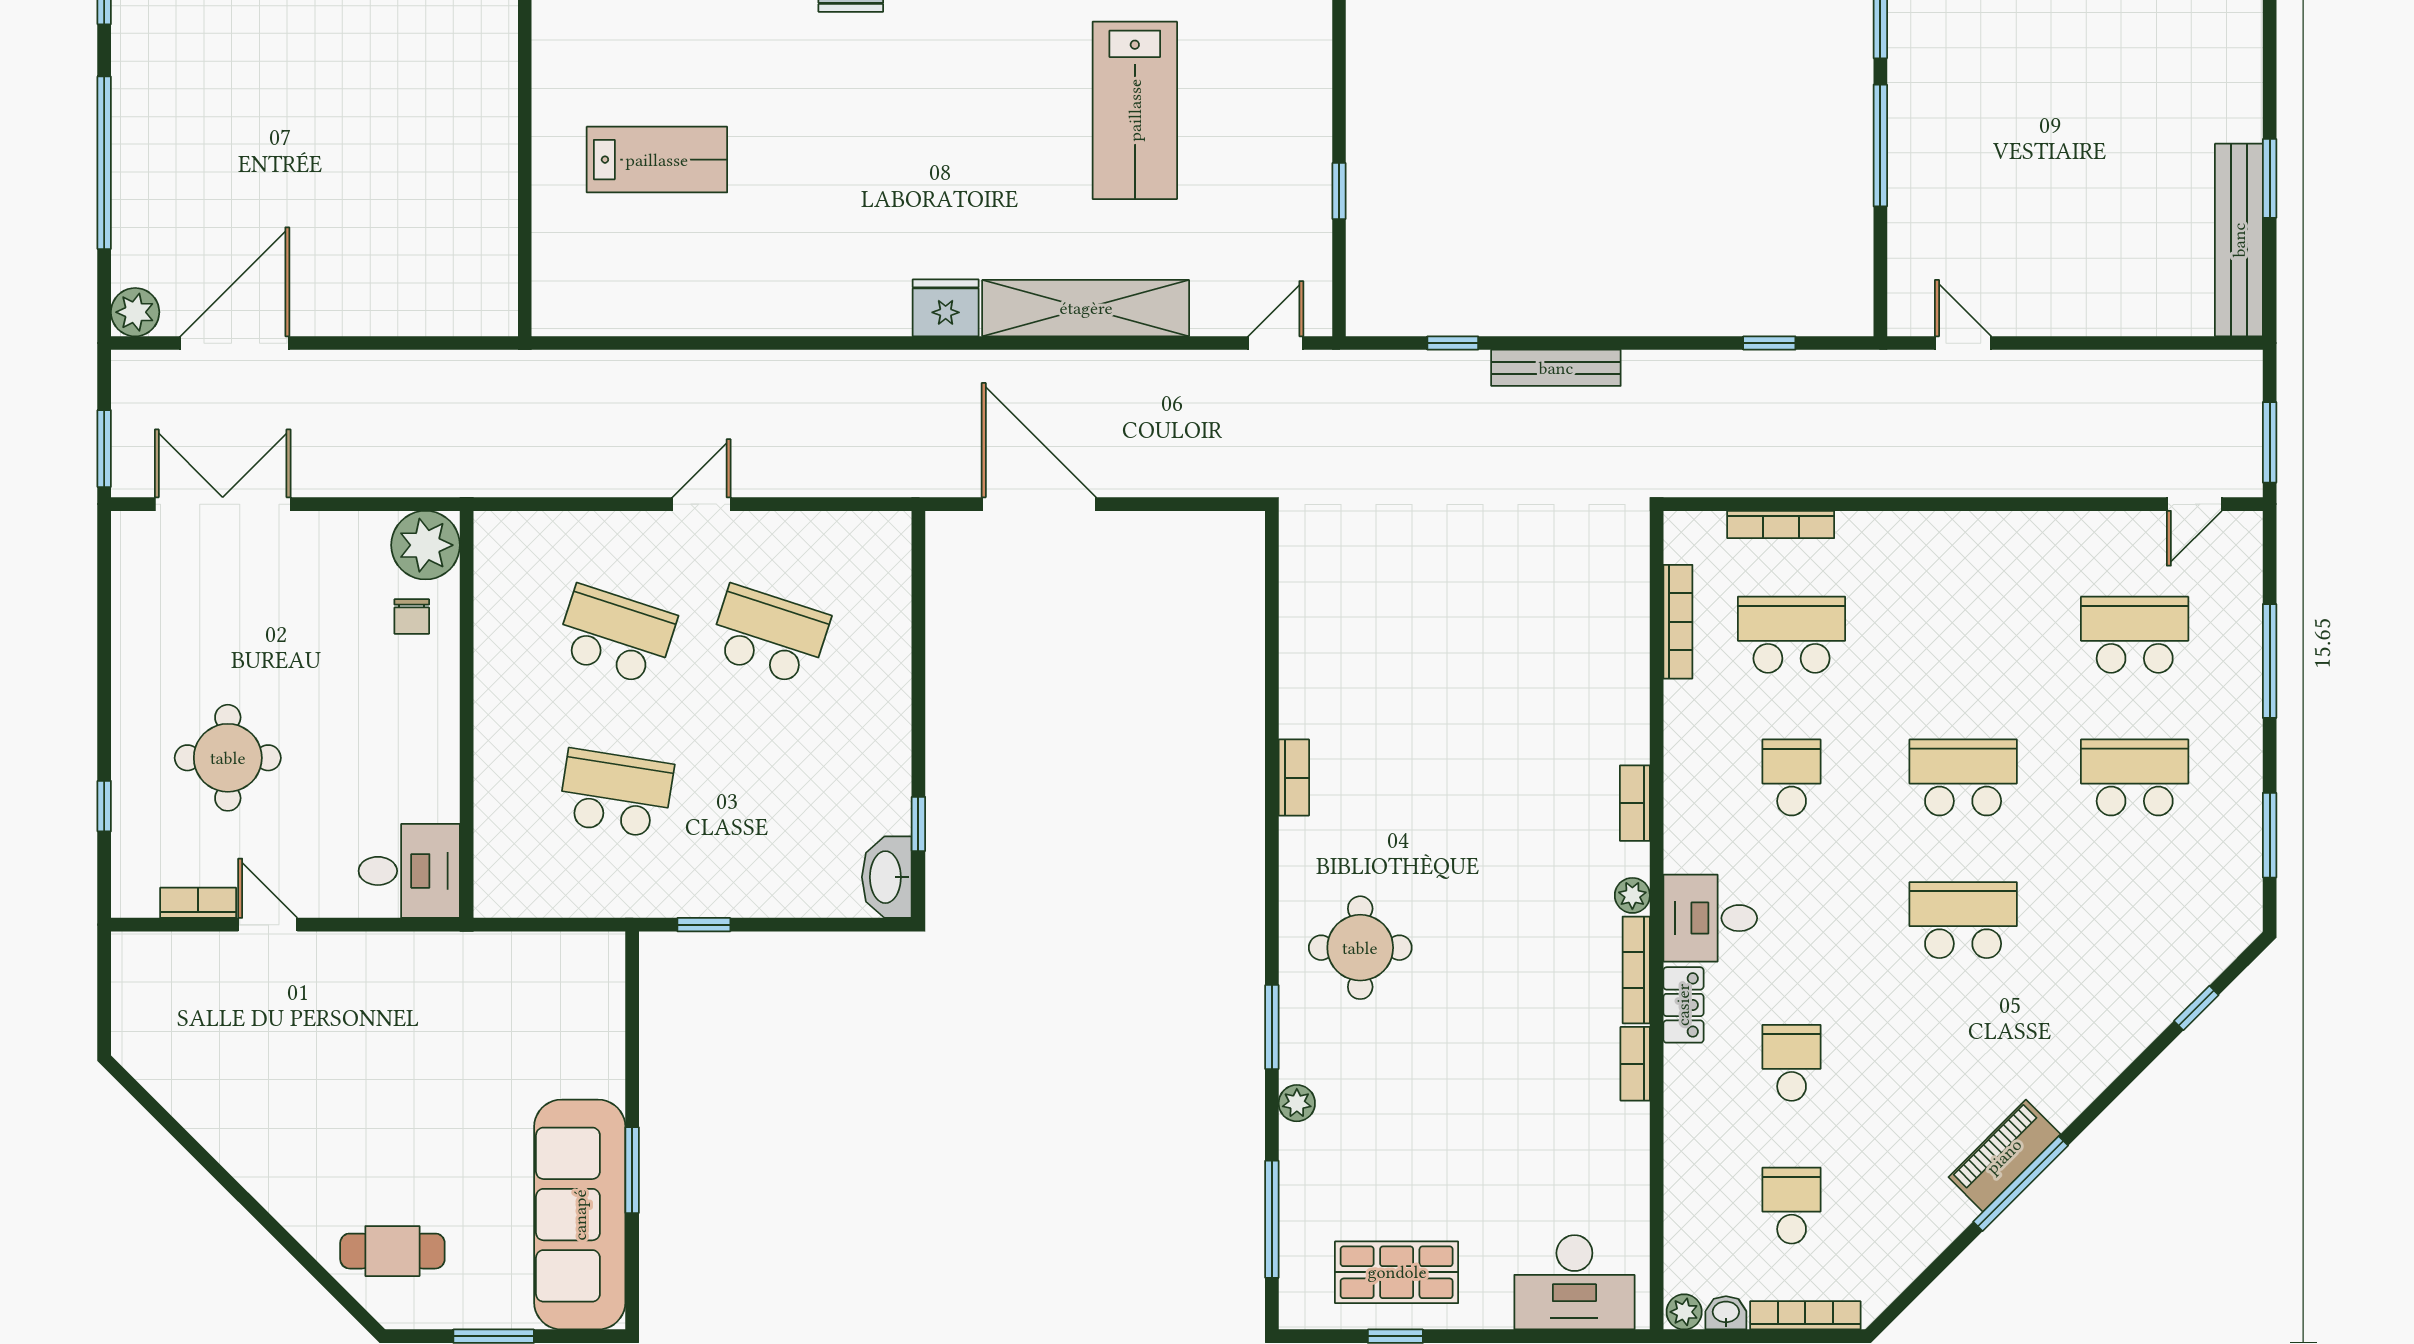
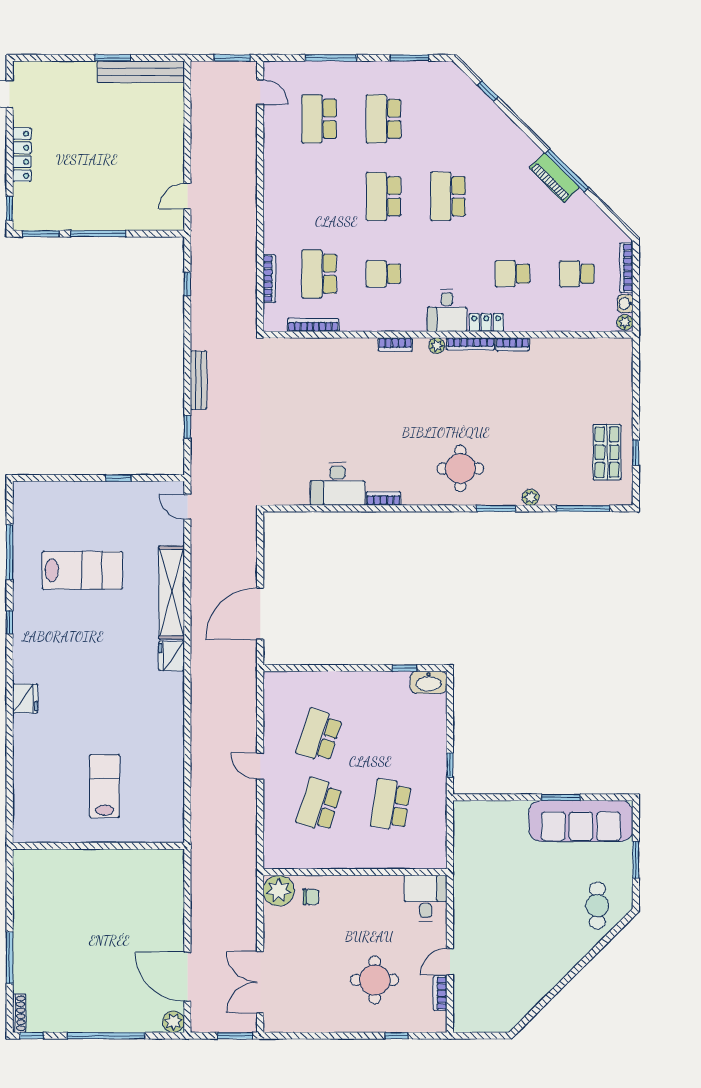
desk: (1574, 1282) -> (338, 484), moved, turned 90

